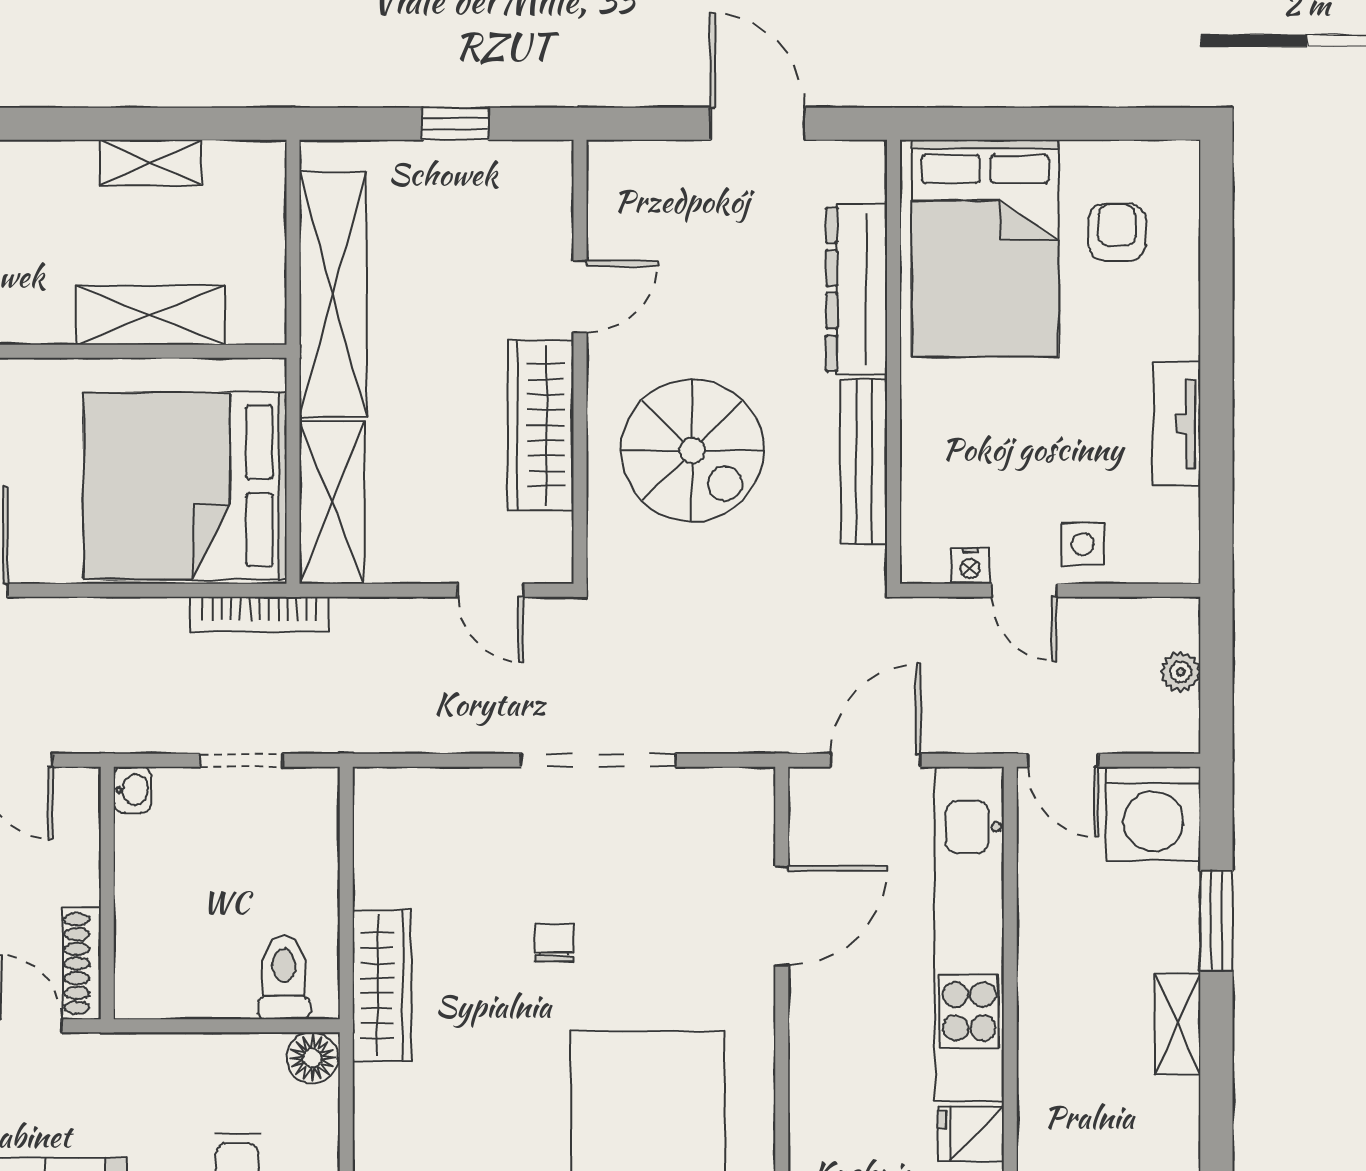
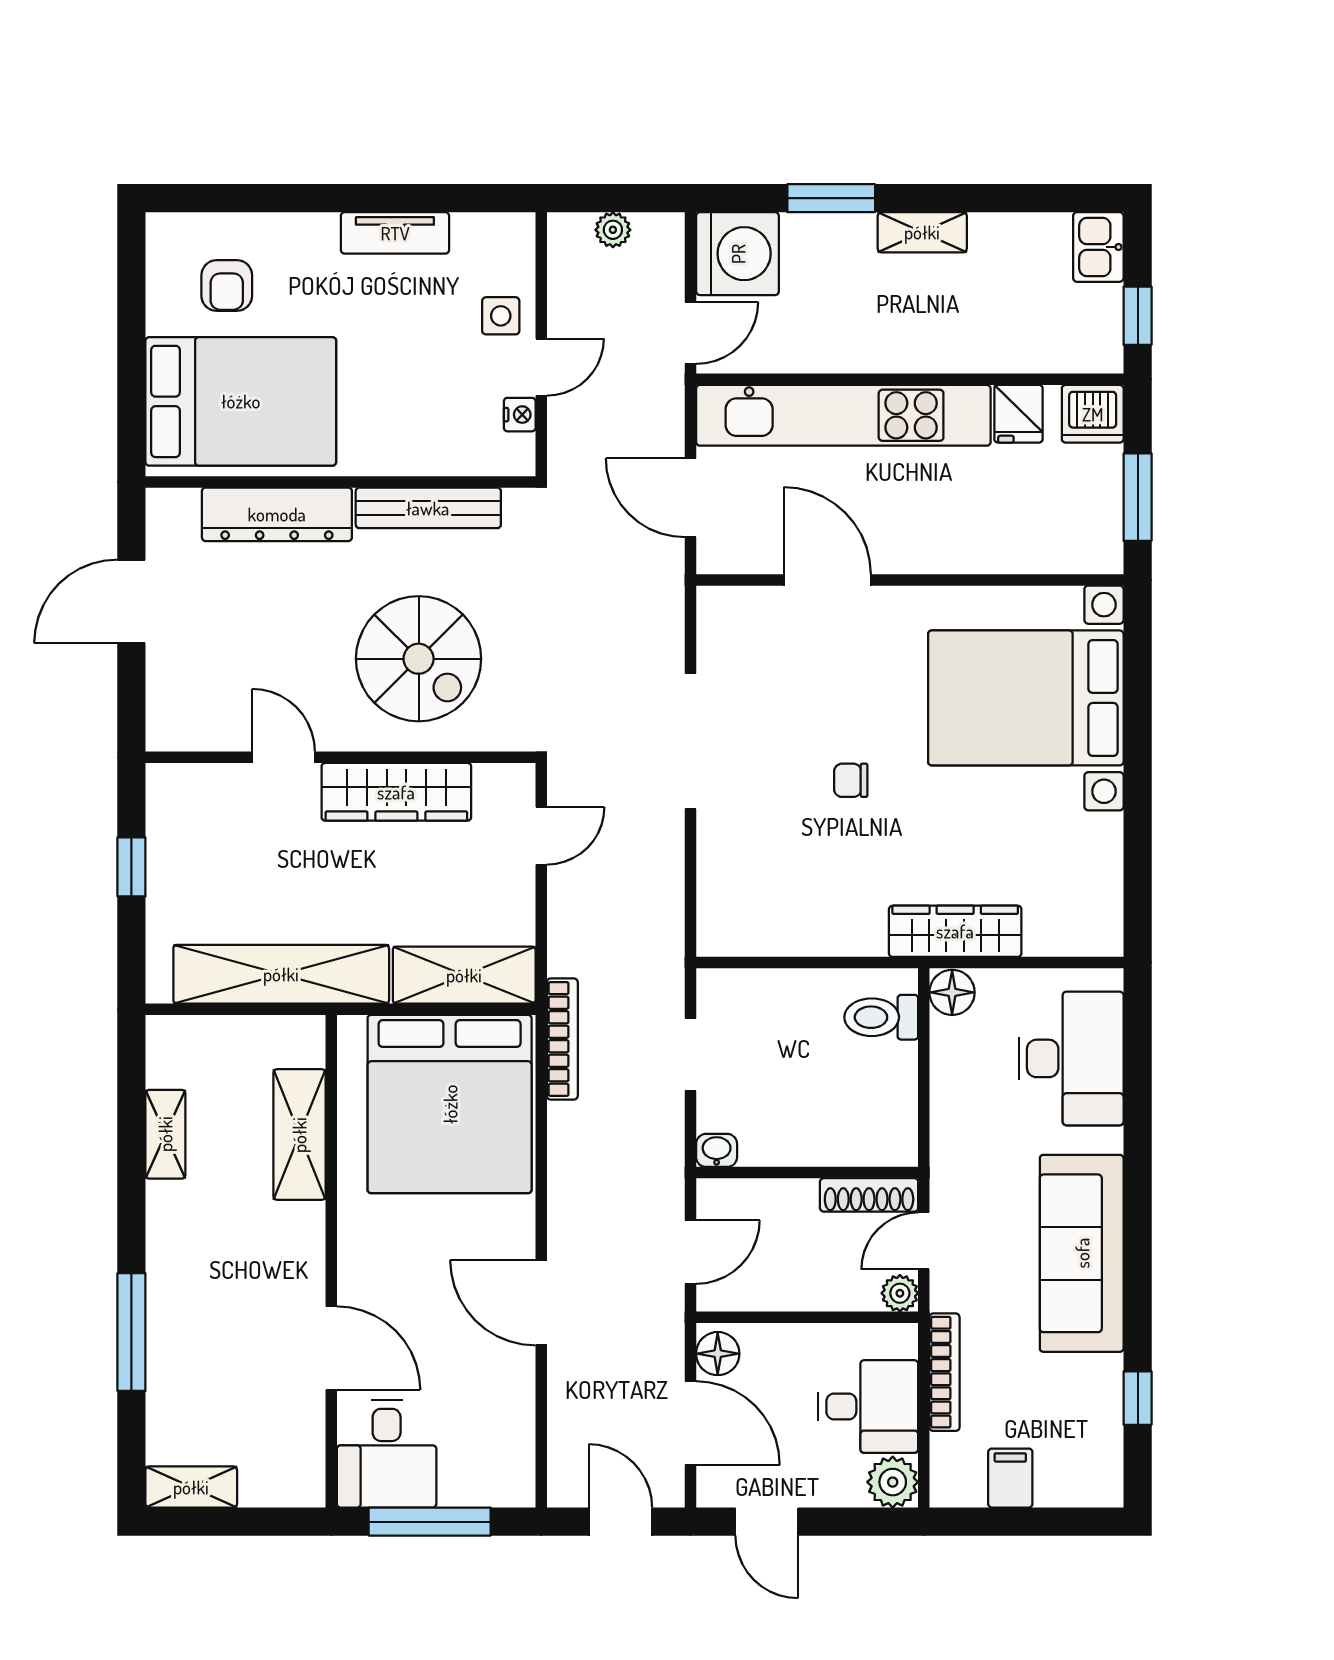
armchair: (1117, 232) -> (227, 286), turned -90
spiral stairs: (692, 451) -> (419, 659), turned 90
wardrobe: (382, 985) -> (955, 931), moved

